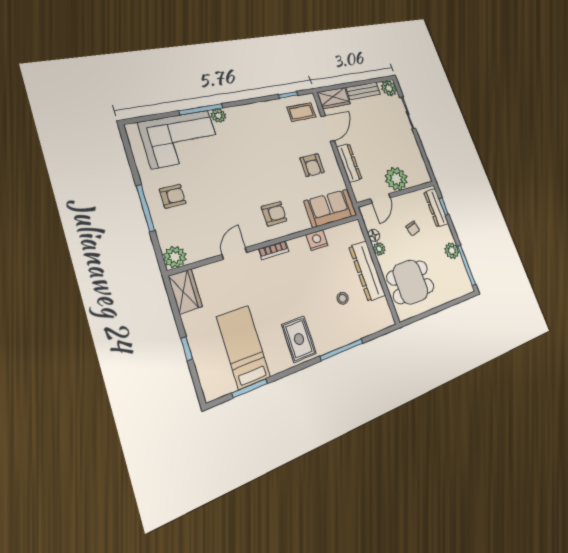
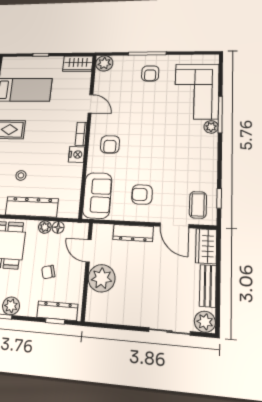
nightstand: (317, 240) -> (77, 154), moved

